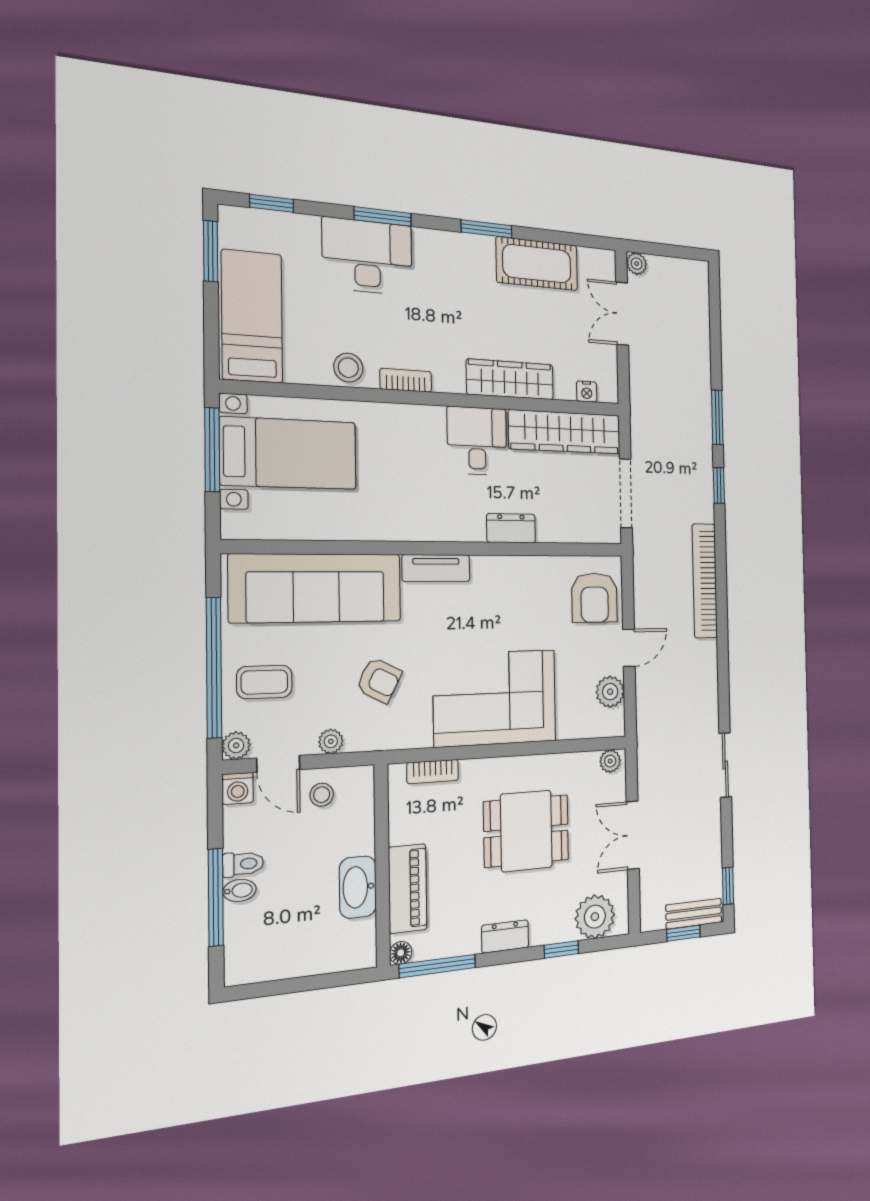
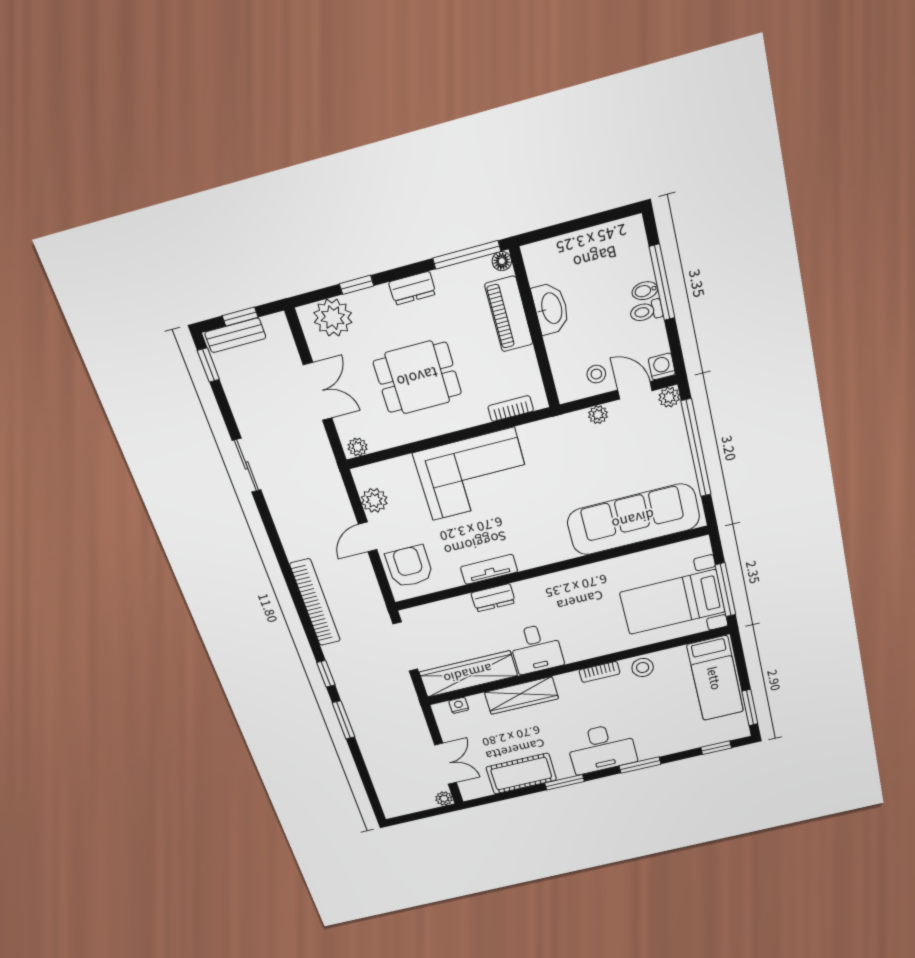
desk: (367, 256) -> (602, 748), moved
tv unit: (436, 568) -> (489, 569), moved
armchair: (379, 680) -> (571, 467), removed
coffee table: (264, 682) -> (658, 446), removed

